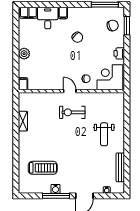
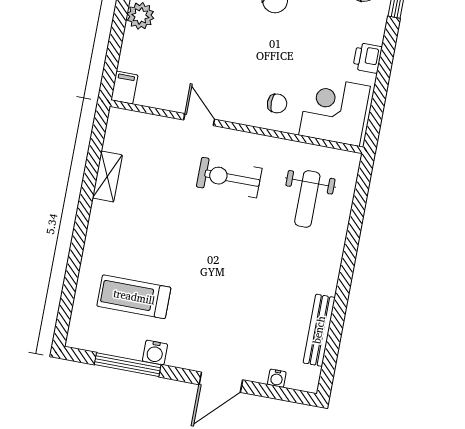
door: (70, 91) -> (199, 120), moved
weight bench: (104, 134) -> (307, 199), moved
treadmill: (43, 168) -> (134, 297), turned 180
window: (56, 196) -> (128, 365), moved

